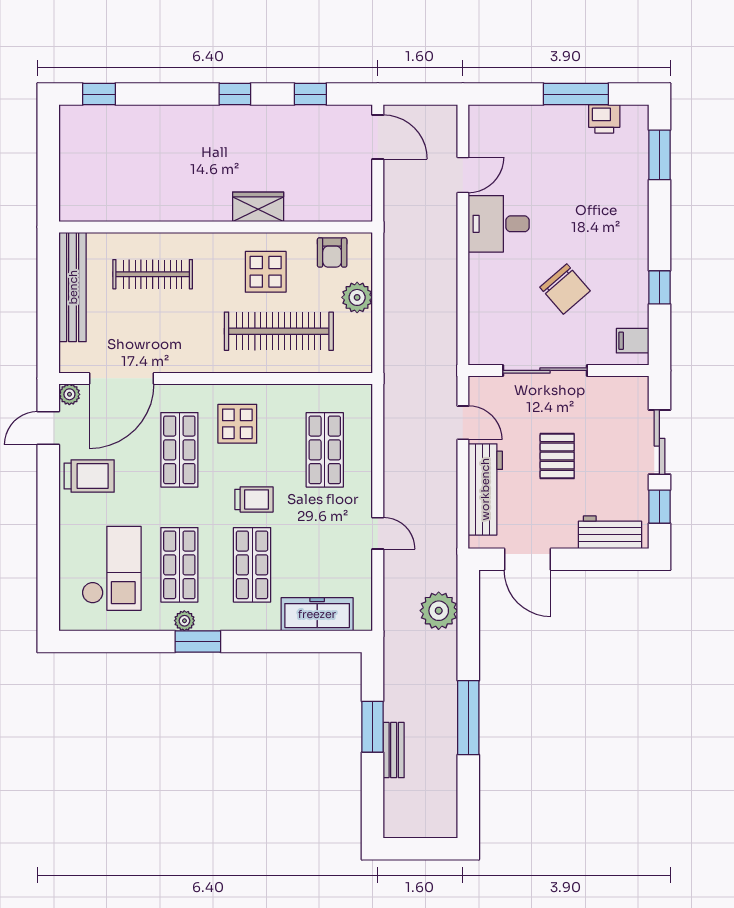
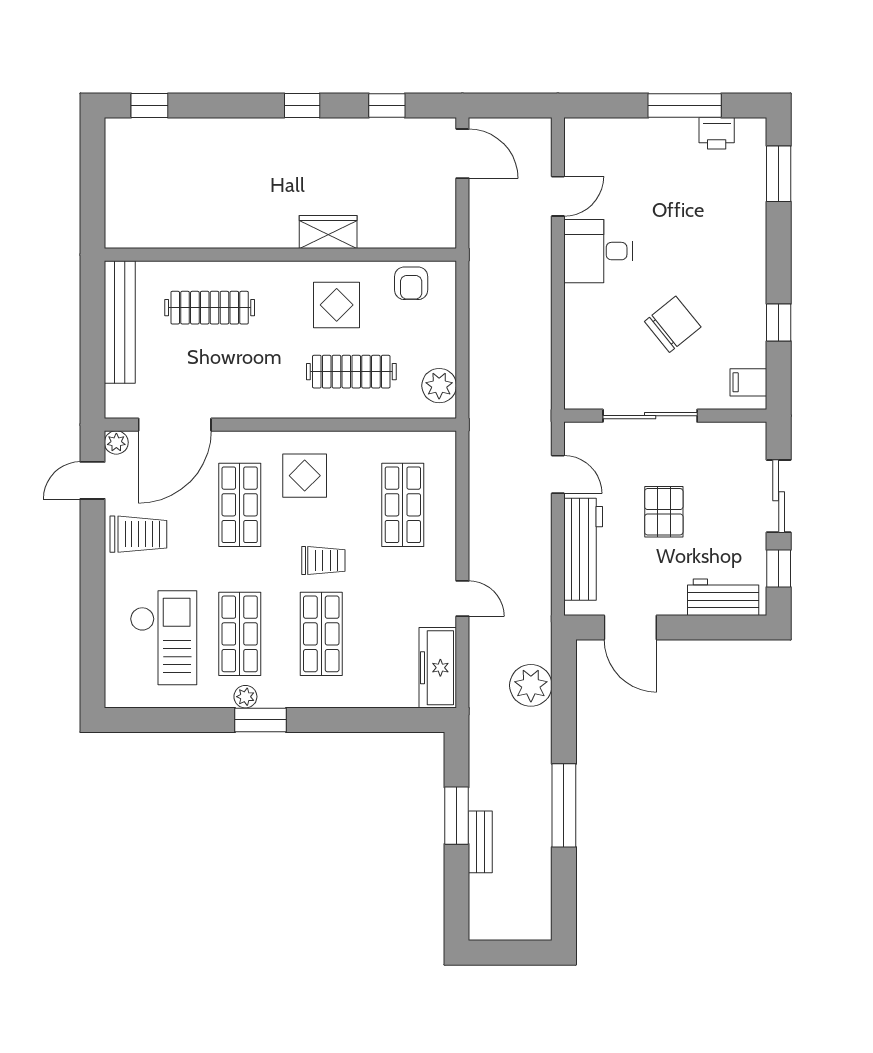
chair: (565, 289) -> (673, 324), turned -88
plant: (357, 297) -> (439, 386), moved
clothes rail: (279, 331) -> (351, 372), width x0.73, depth x0.76
freezer: (317, 614) -> (438, 668), moved, turned -90

